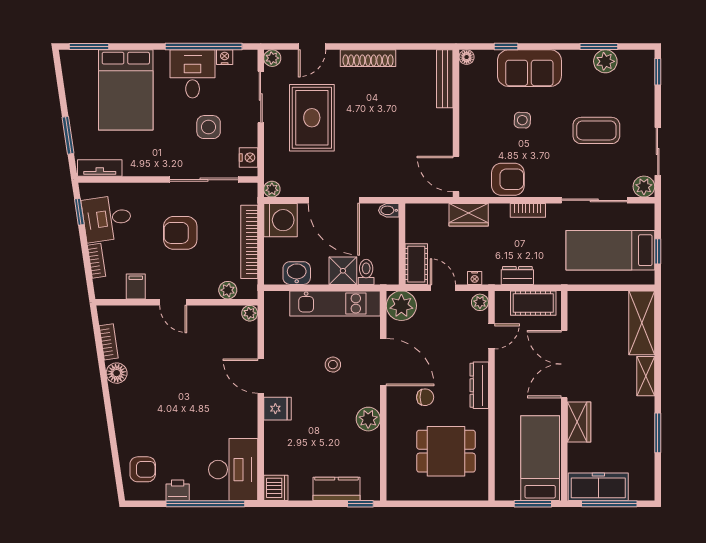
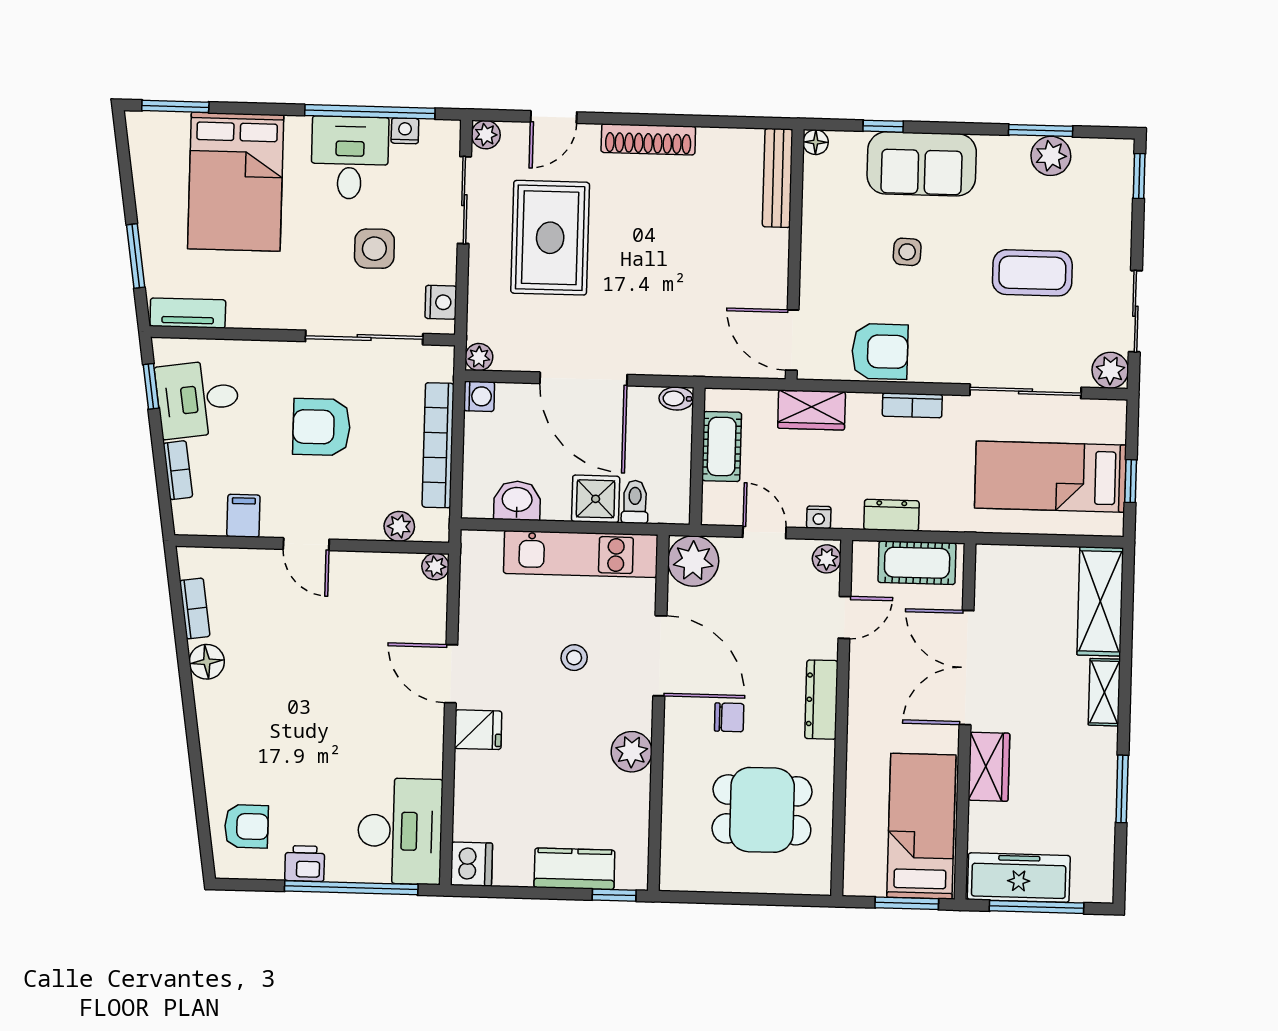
washing machine: (280, 220) -> (479, 396), width x0.53, depth x0.53
cot: (416, 264) -> (722, 446), moved

